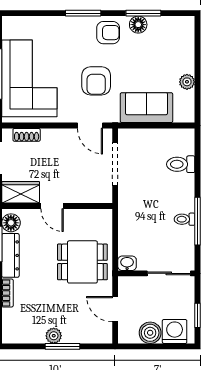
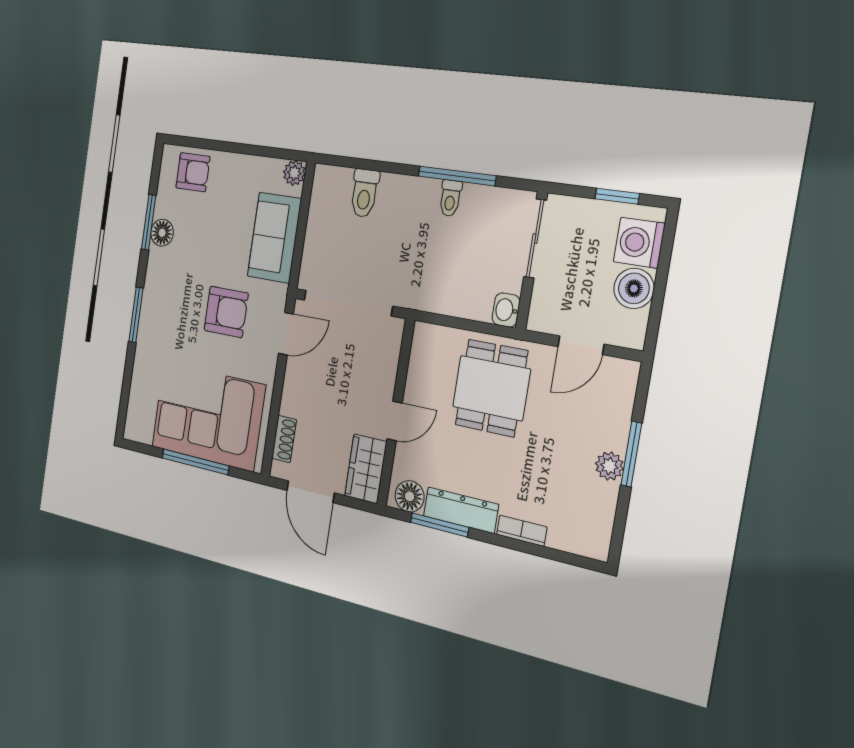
armchair: (108, 33) -> (193, 172), moved, turned 90
plant: (187, 82) -> (294, 173), moved
doorway: (115, 164) -> (348, 303), width x1.36

